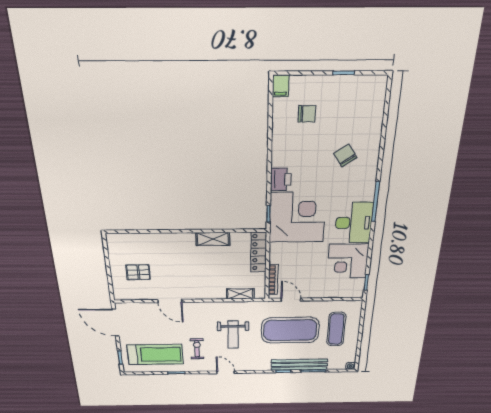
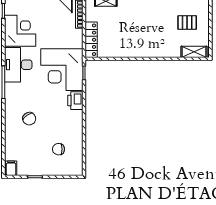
filing cabinet: (281, 86) -> (11, 168), moved
shelving: (213, 239) -> (194, 52), moved

